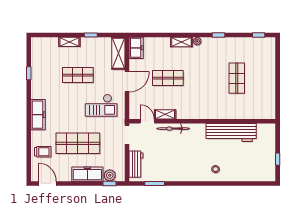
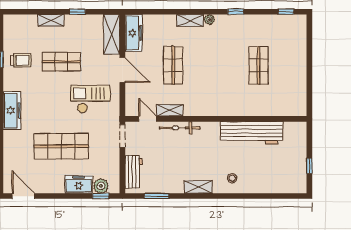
freezer: (136, 48) -> (134, 33), width x1.40
shop shelf: (168, 78) -> (173, 65), turned 90
door: (127, 82) -> (122, 70), hinge flipped
checkout: (101, 105) -> (90, 99), turned 180
trolley: (43, 152) -> (21, 60), moved
freezer: (87, 174) -> (79, 184), width x0.71
shelving: (188, 176) -> (198, 187), added

